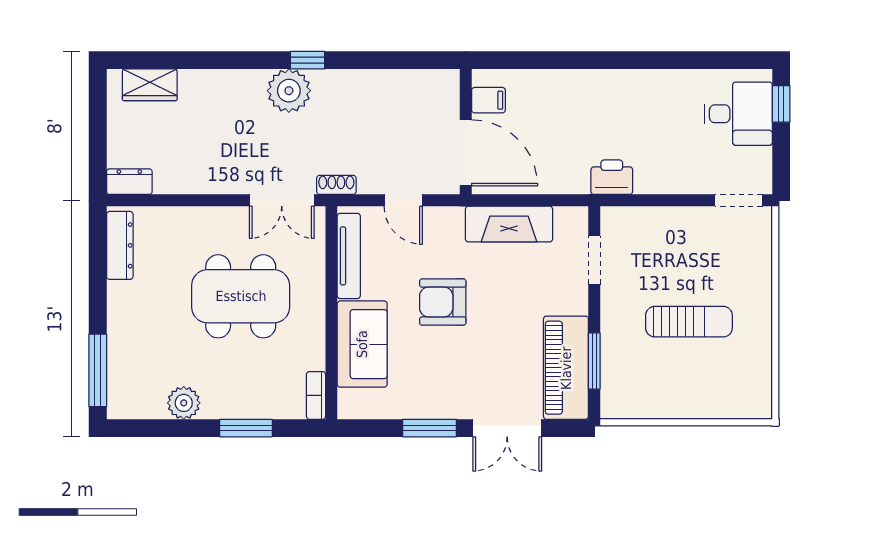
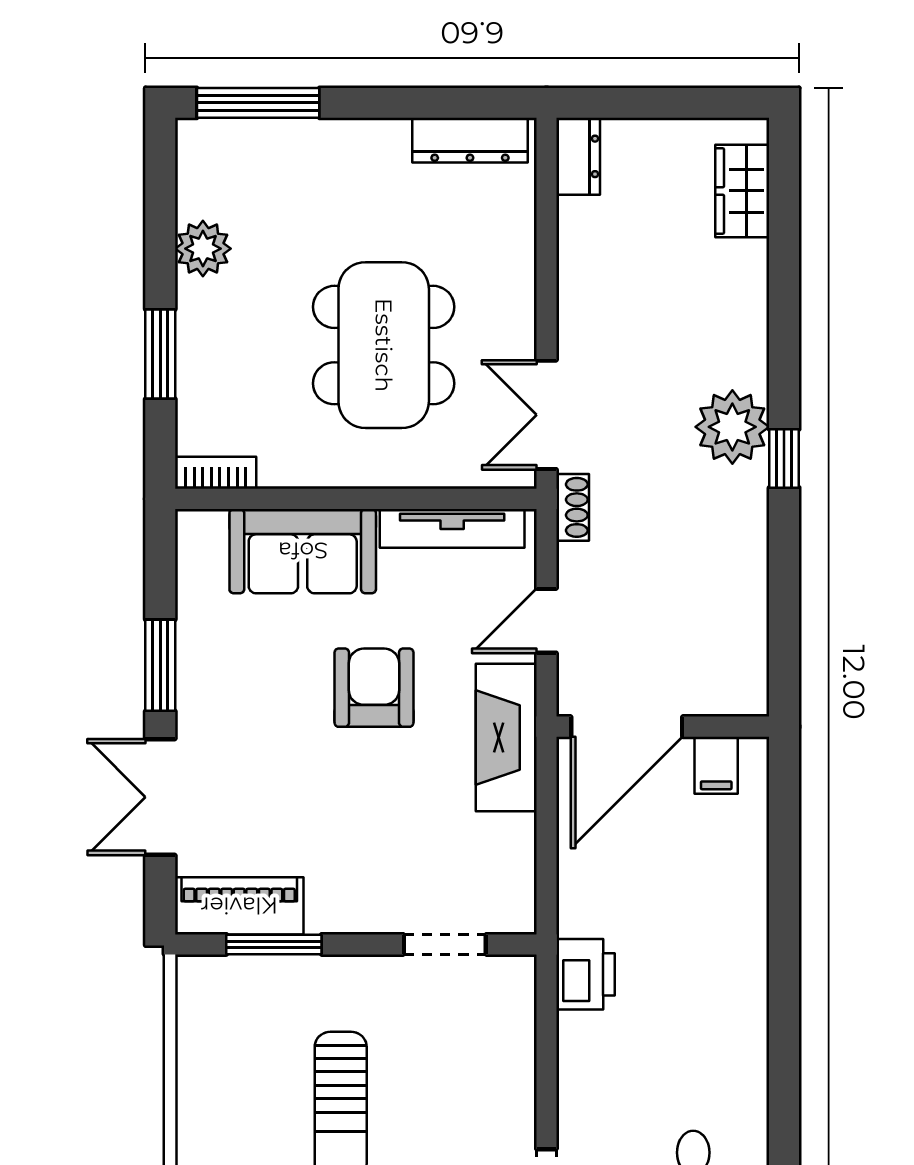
fireplace: (509, 224) -> (506, 737), moved
piano: (566, 368) -> (239, 906), width x0.73, depth x0.75

